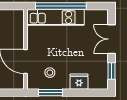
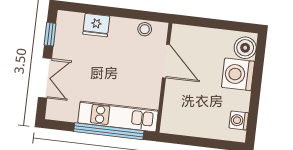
stool: (50, 73) -> (145, 29), moved
window: (50, 93) -> (137, 15), removed

